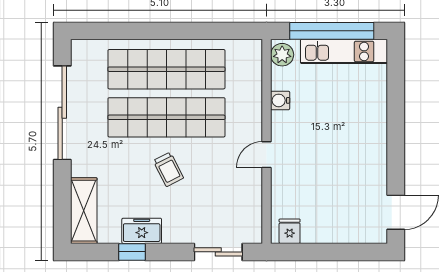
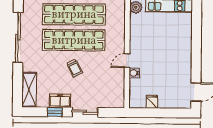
water cooler: (280, 100) -> (134, 73), moved
fridge: (290, 231) -> (152, 102), moved
sliding door: (218, 252) -> (85, 112), moved

